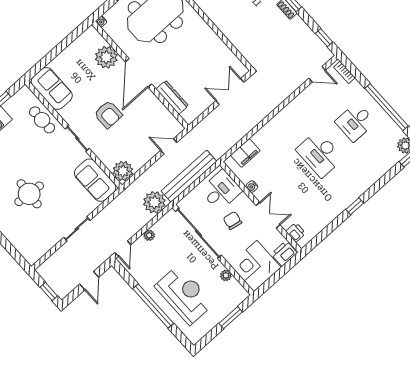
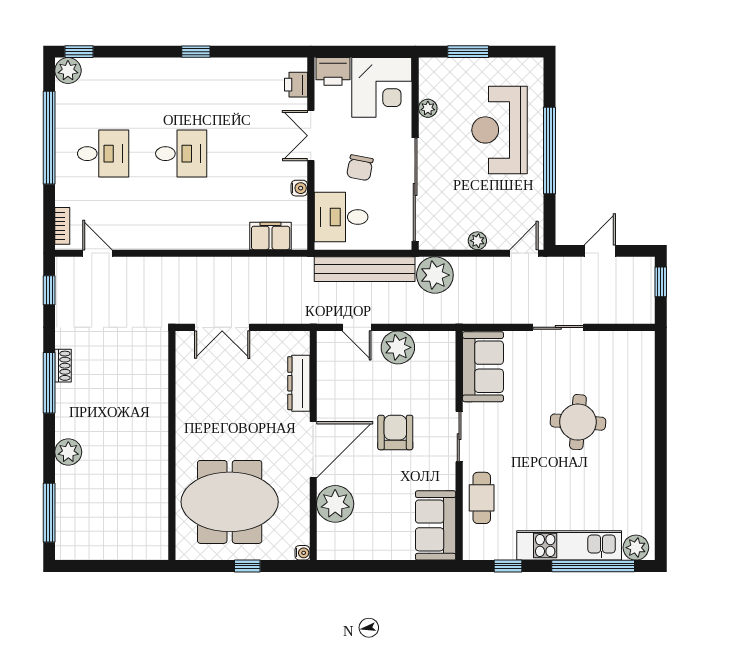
desk: (320, 154) -> (181, 154), width x0.73
plant: (123, 171) -> (398, 347), moved

